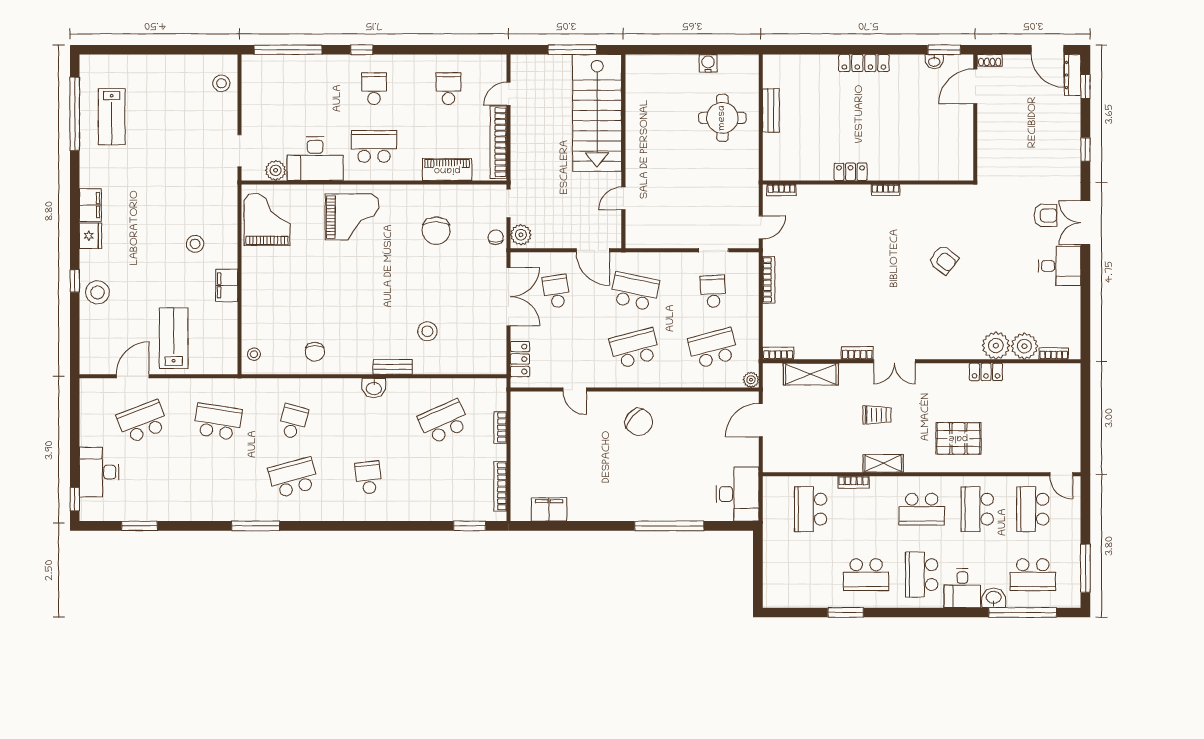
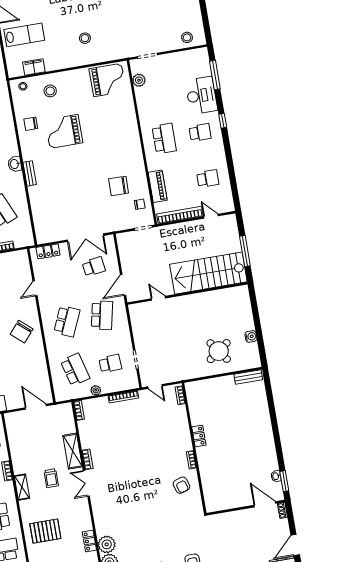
window: (288, 50) -> (215, 75), width x0.68
locker: (864, 63) -> (268, 433), removed
bench: (771, 110) -> (248, 377), moved
round table: (722, 118) -> (219, 351), turned -36
desk: (315, 159) -> (201, 95), moved, turned 180
grand piano: (352, 217) -> (64, 131), moved, turned 90
plant: (521, 235) -> (125, 239), removed
chair: (496, 237) -> (140, 204), moved
armchair: (944, 260) -> (181, 485), moved, turned -55
filing cabinet: (227, 285) -> (34, 67), moved
stool: (427, 331) -> (50, 91), moved
school desk: (635, 348) -> (67, 321), turned 39
shelving: (811, 374) -> (73, 451), moved
plant: (751, 380) -> (96, 390), moved
pallet: (958, 438) -> (45, 531), turned 90

